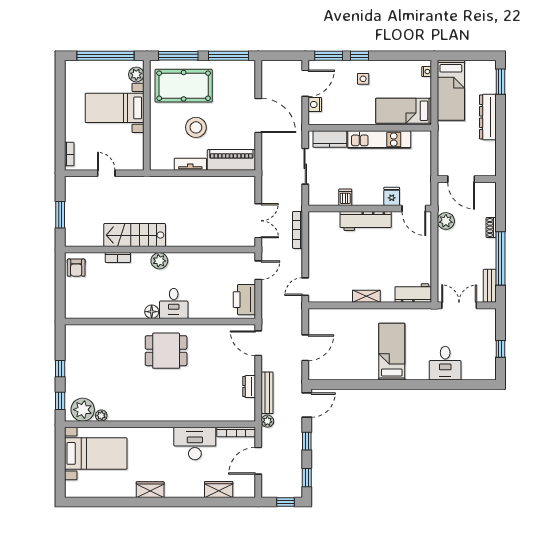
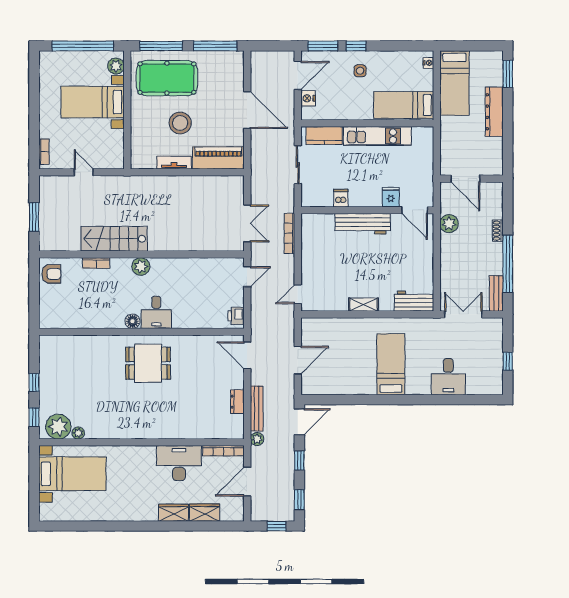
armchair: (76, 268) -> (51, 274), turned -90
printer: (244, 300) -> (236, 316), width x0.53, depth x0.68
wardrobe: (150, 490) -> (173, 513), moved

